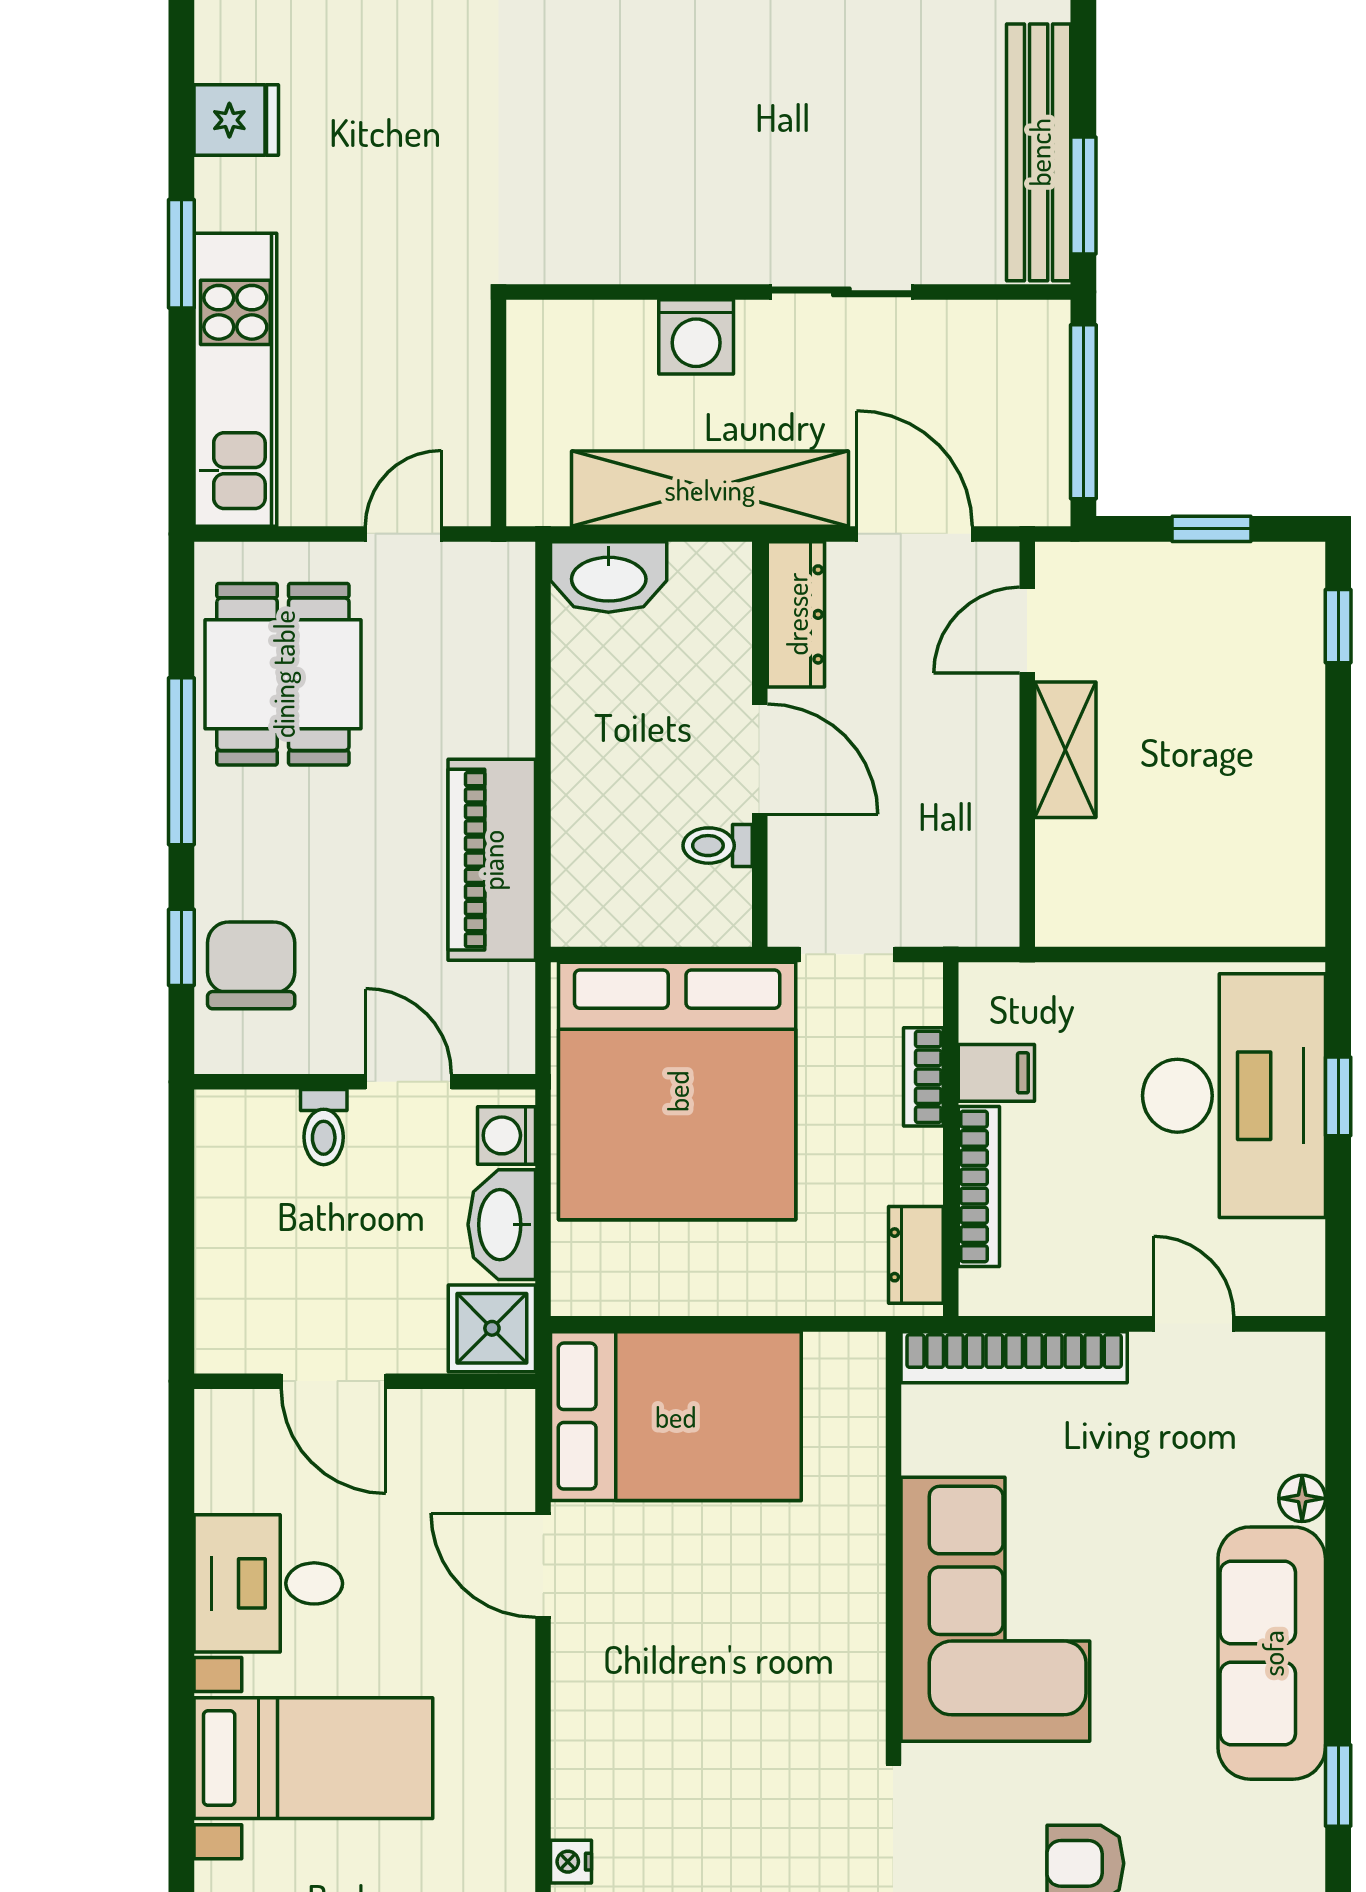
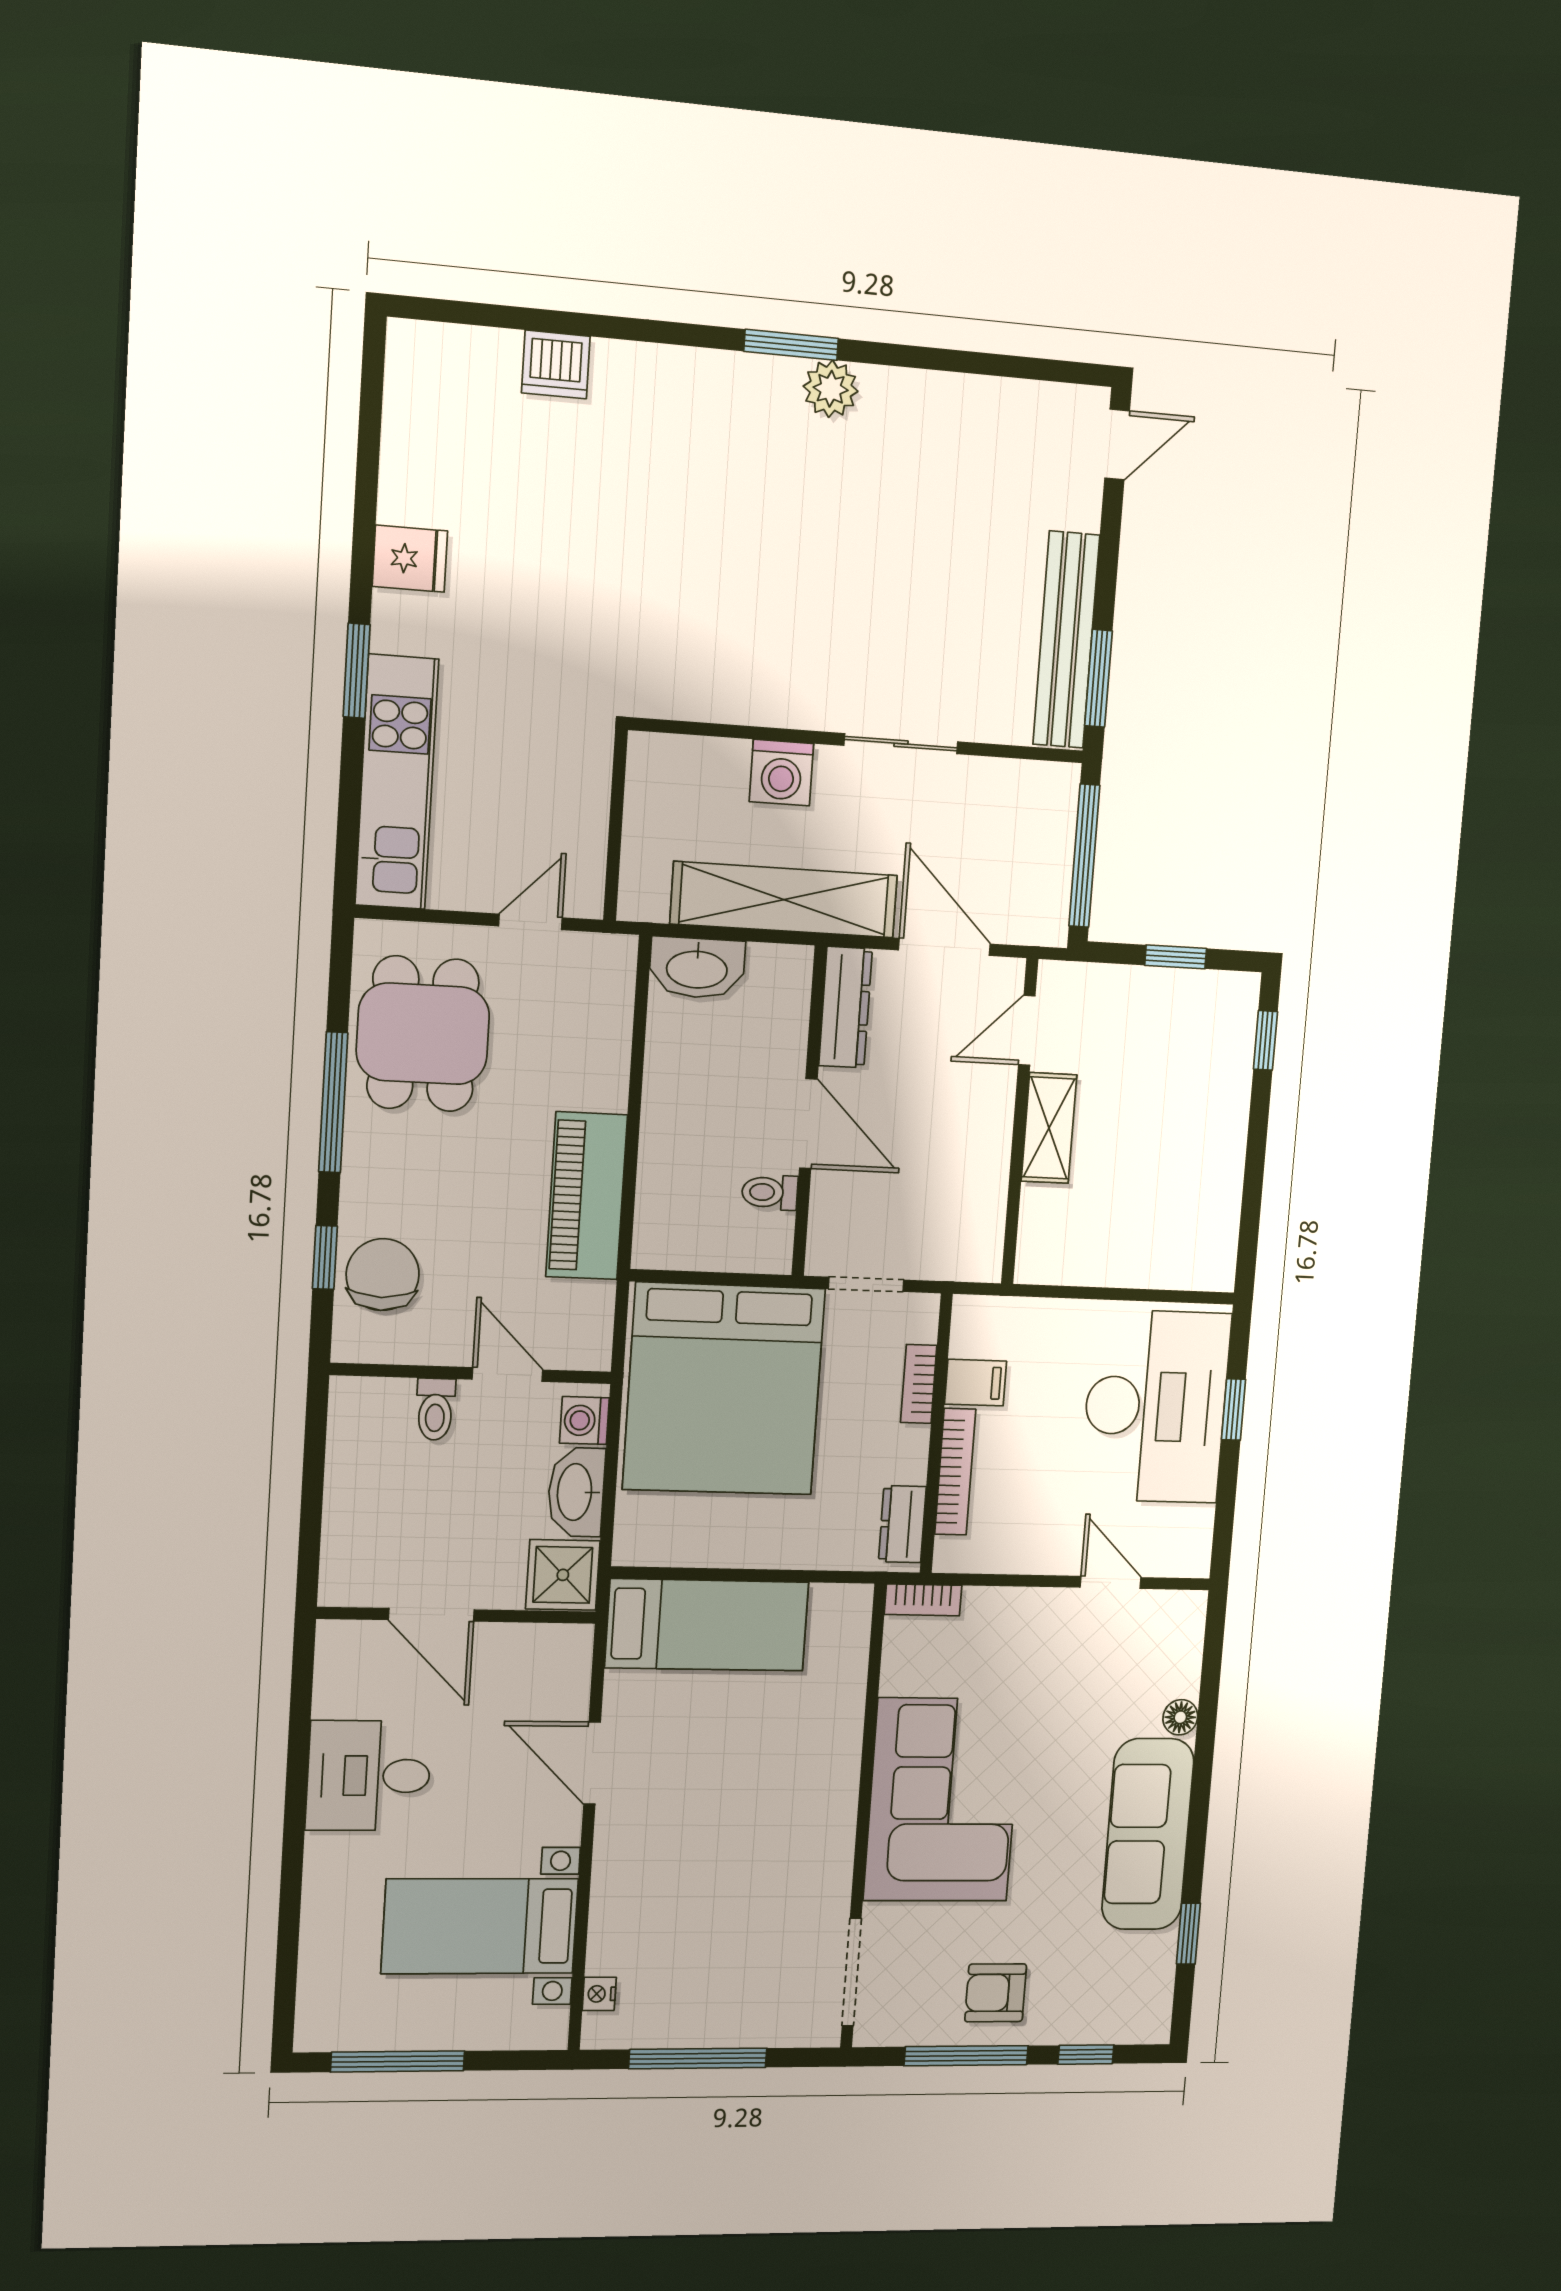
bookcase: (1014, 1357) -> (923, 1600), width x0.43, depth x0.76
bed: (676, 1416) -> (707, 1625), width x0.67
bed with nightstands: (313, 1758) -> (480, 1926), moved, turned 180

